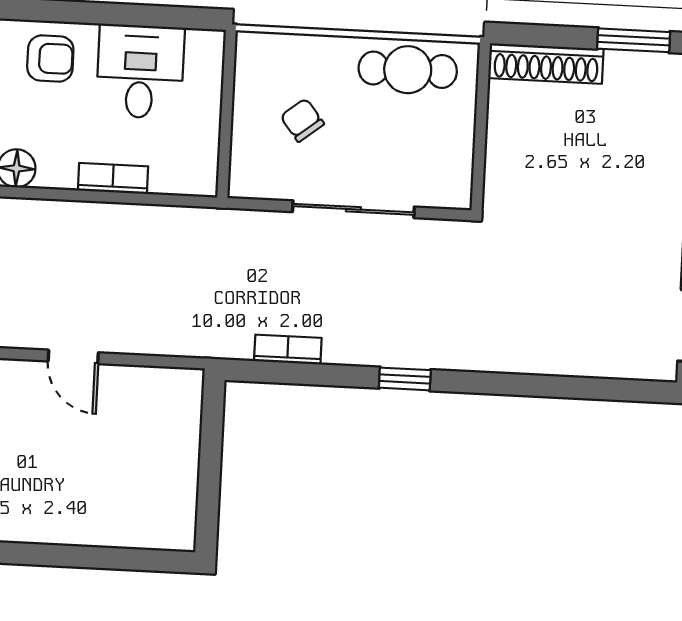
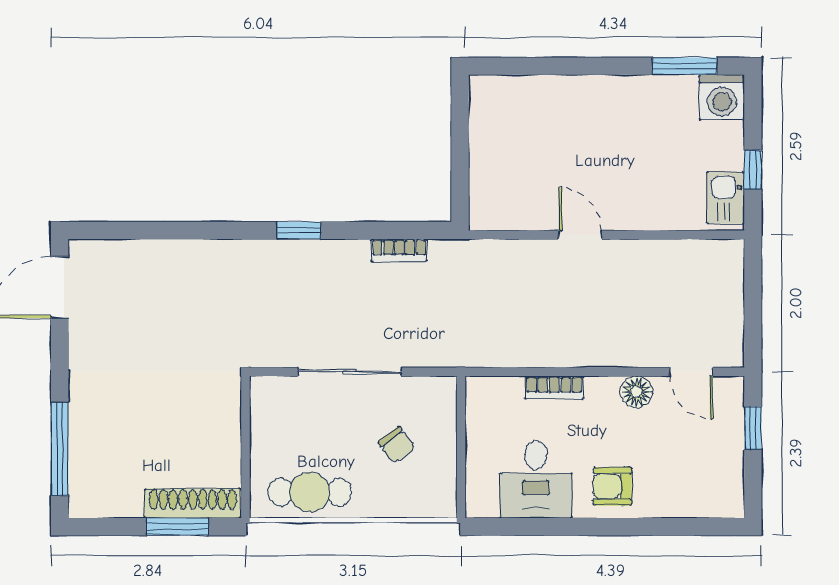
window: (634, 40) -> (177, 527), moved

